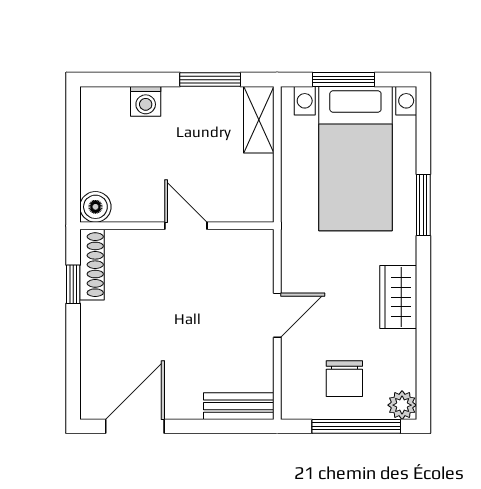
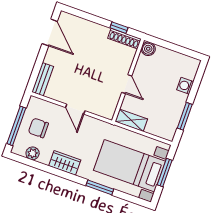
shelving: (259, 120) -> (131, 120), moved
door: (186, 226) -> (127, 84), hinge flipped
plant: (402, 405) -> (33, 153), moved

